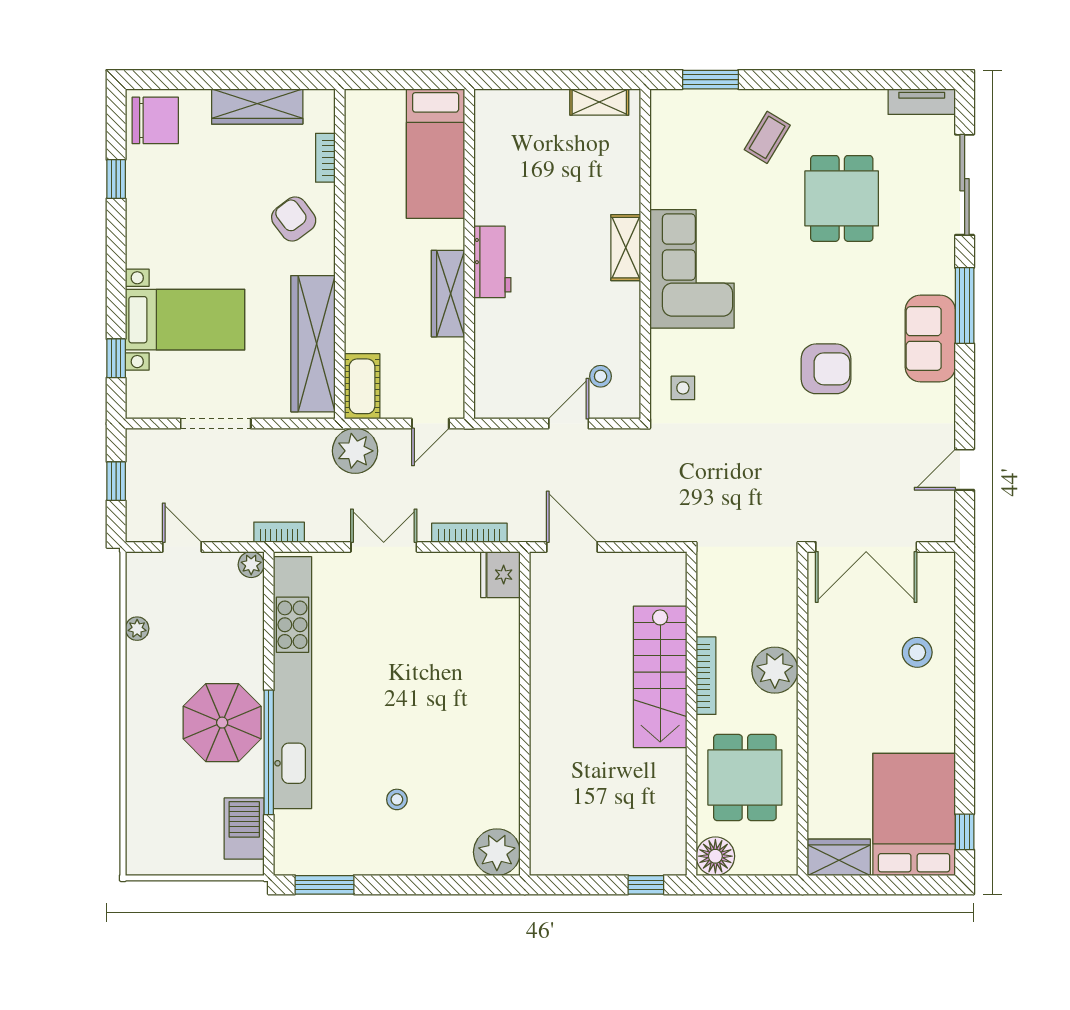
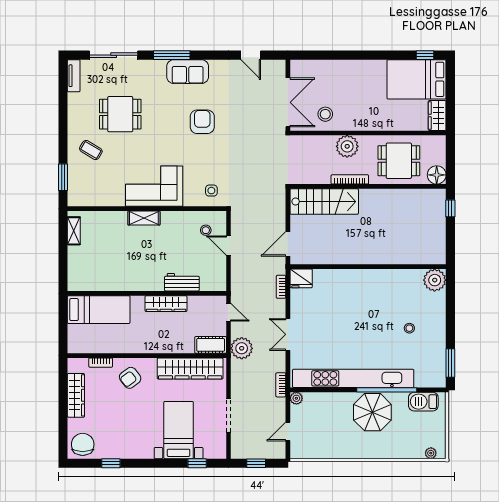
workbench: (492, 262) -> (182, 282), moved
bookcase: (469, 533) -> (281, 287), width x0.64
plant: (137, 629) -> (431, 453), moved
stool: (917, 652) -> (325, 114), moved
stairs: (660, 677) -> (324, 202), moved

